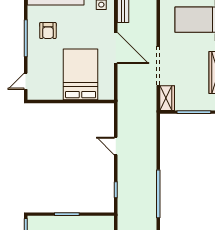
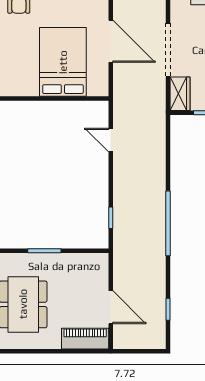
door: (116, 48) -> (111, 41), moved
door: (116, 146) -> (111, 140), moved

